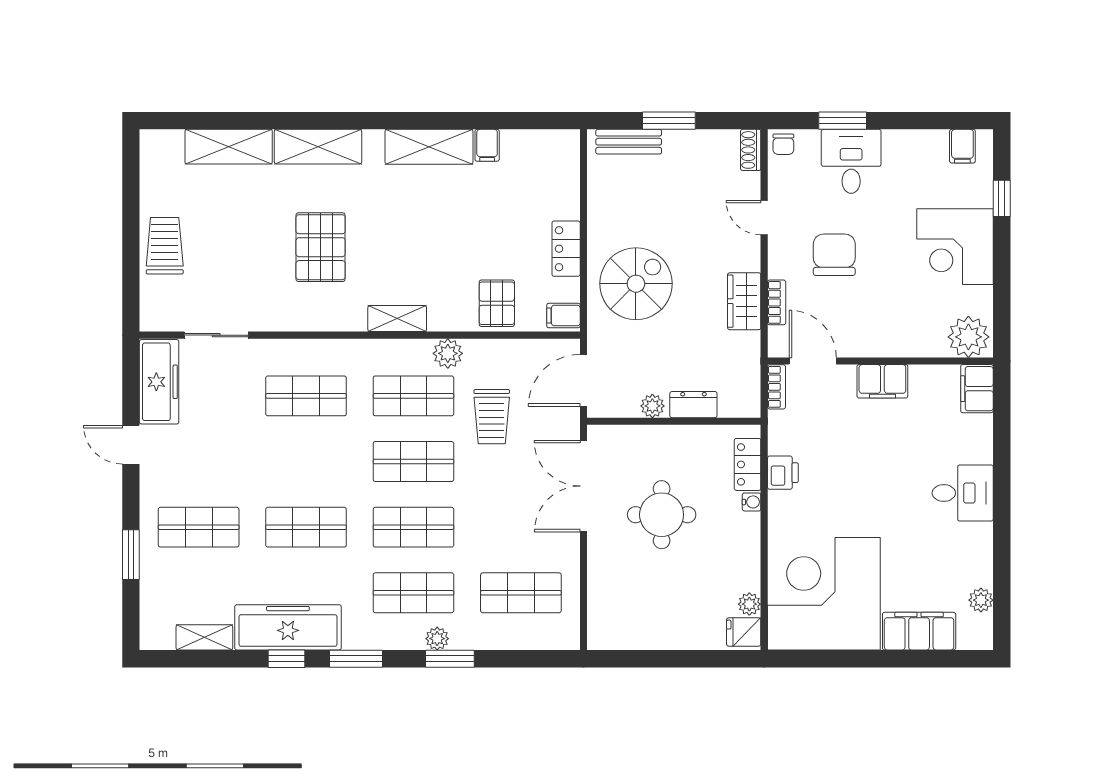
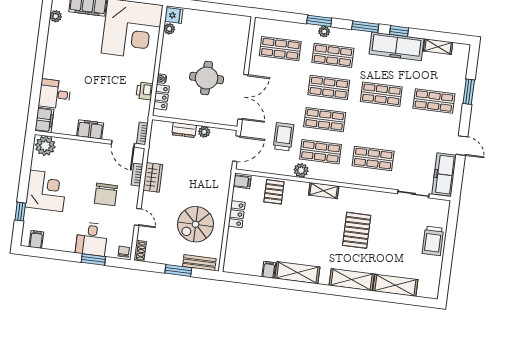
spiral stairs: (636, 284) -> (196, 224), moved
desk: (963, 493) -> (55, 94), moved

